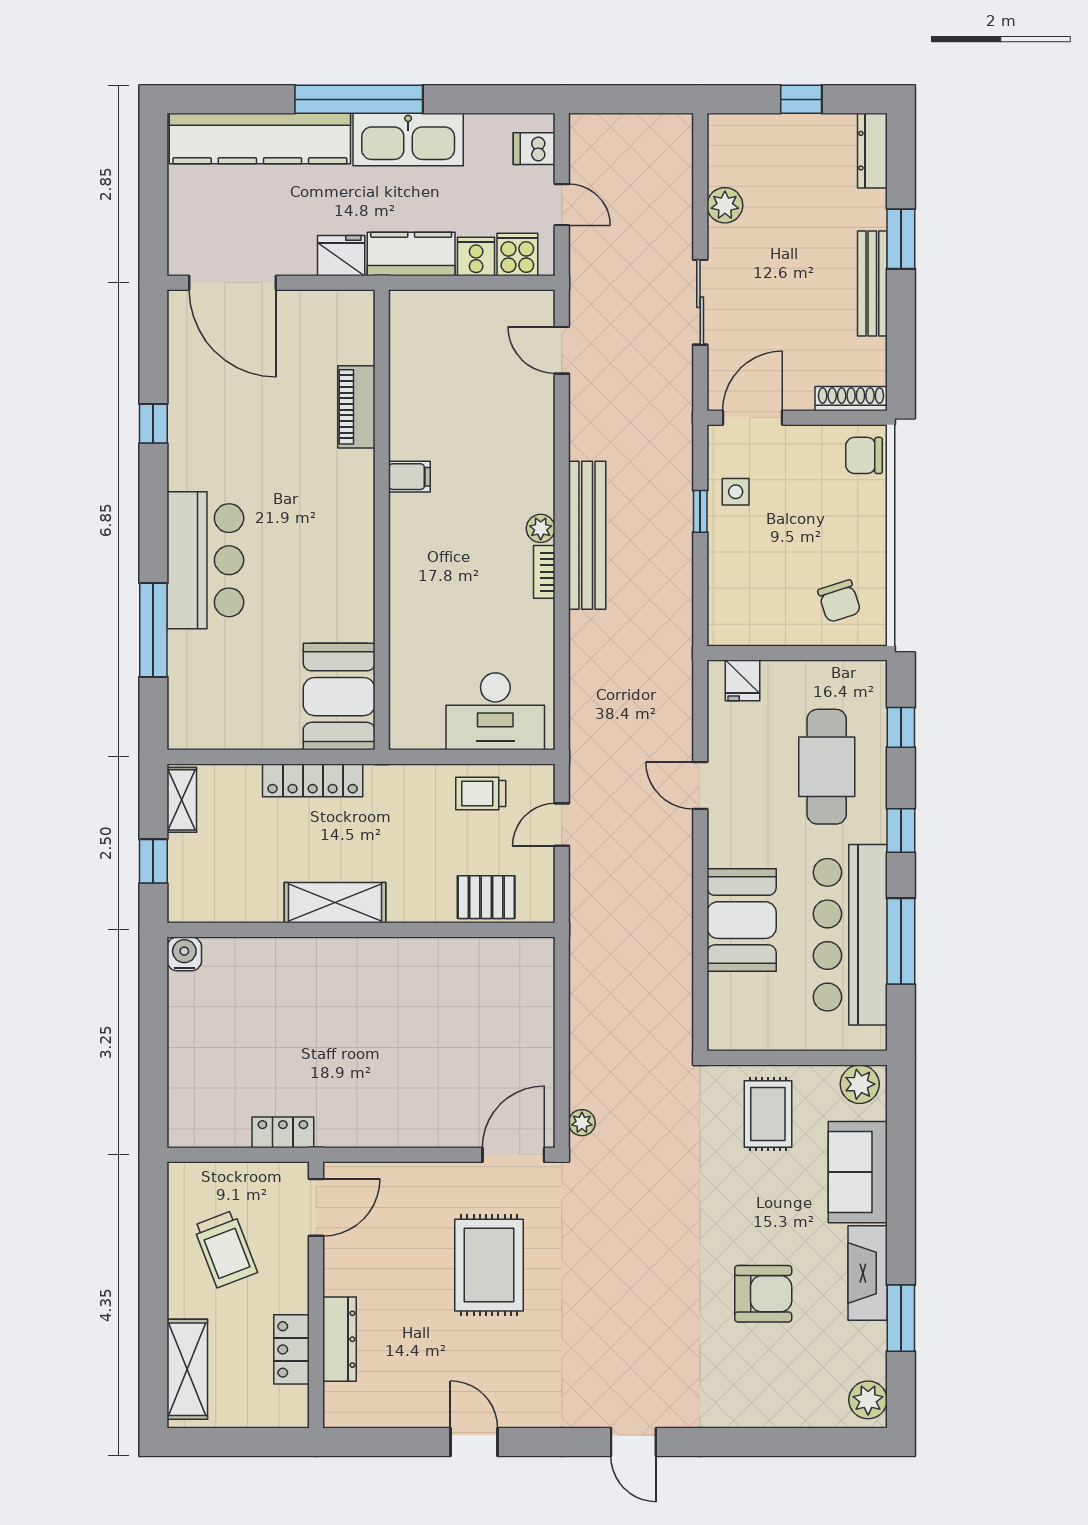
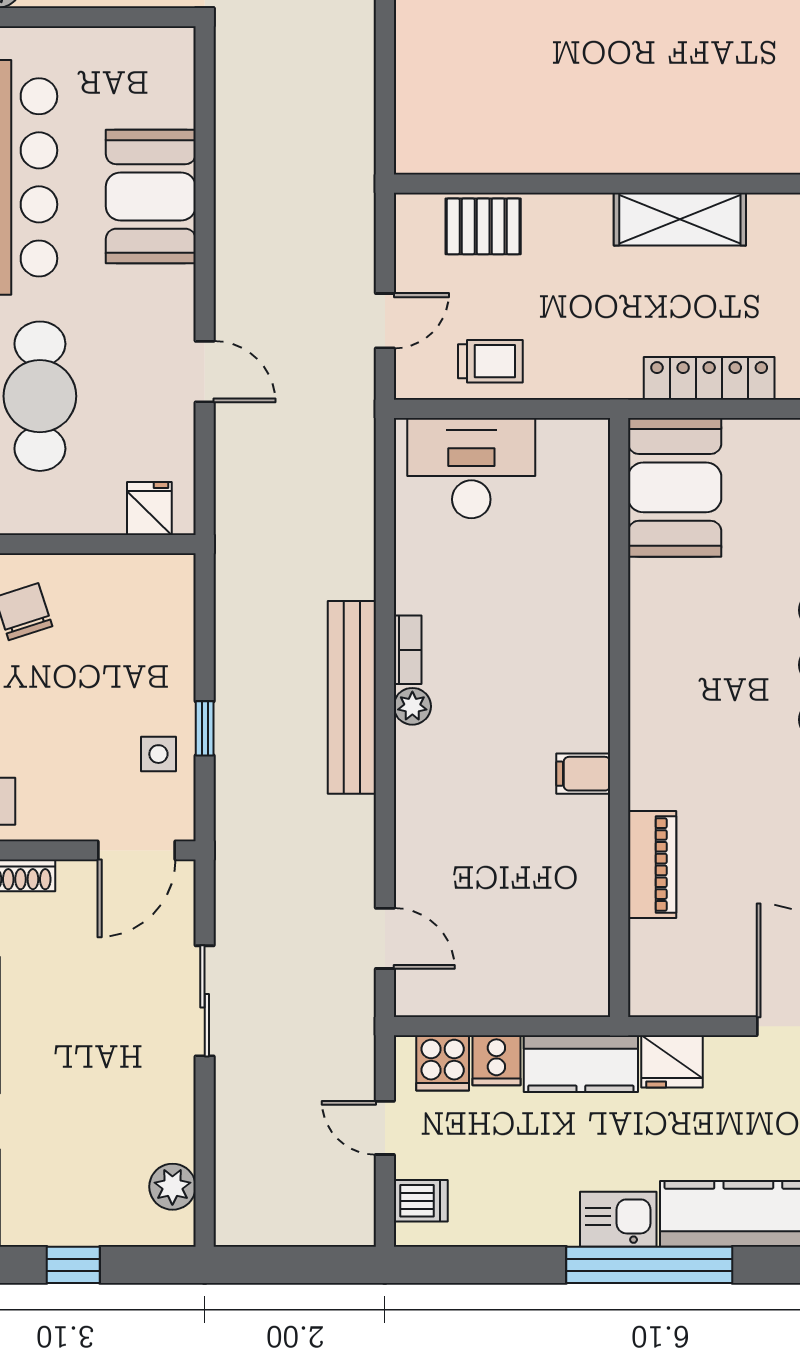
kitchen sink: (408, 140) -> (618, 1219), width x0.53, depth x0.81
plant: (725, 205) -> (172, 1187), moved

